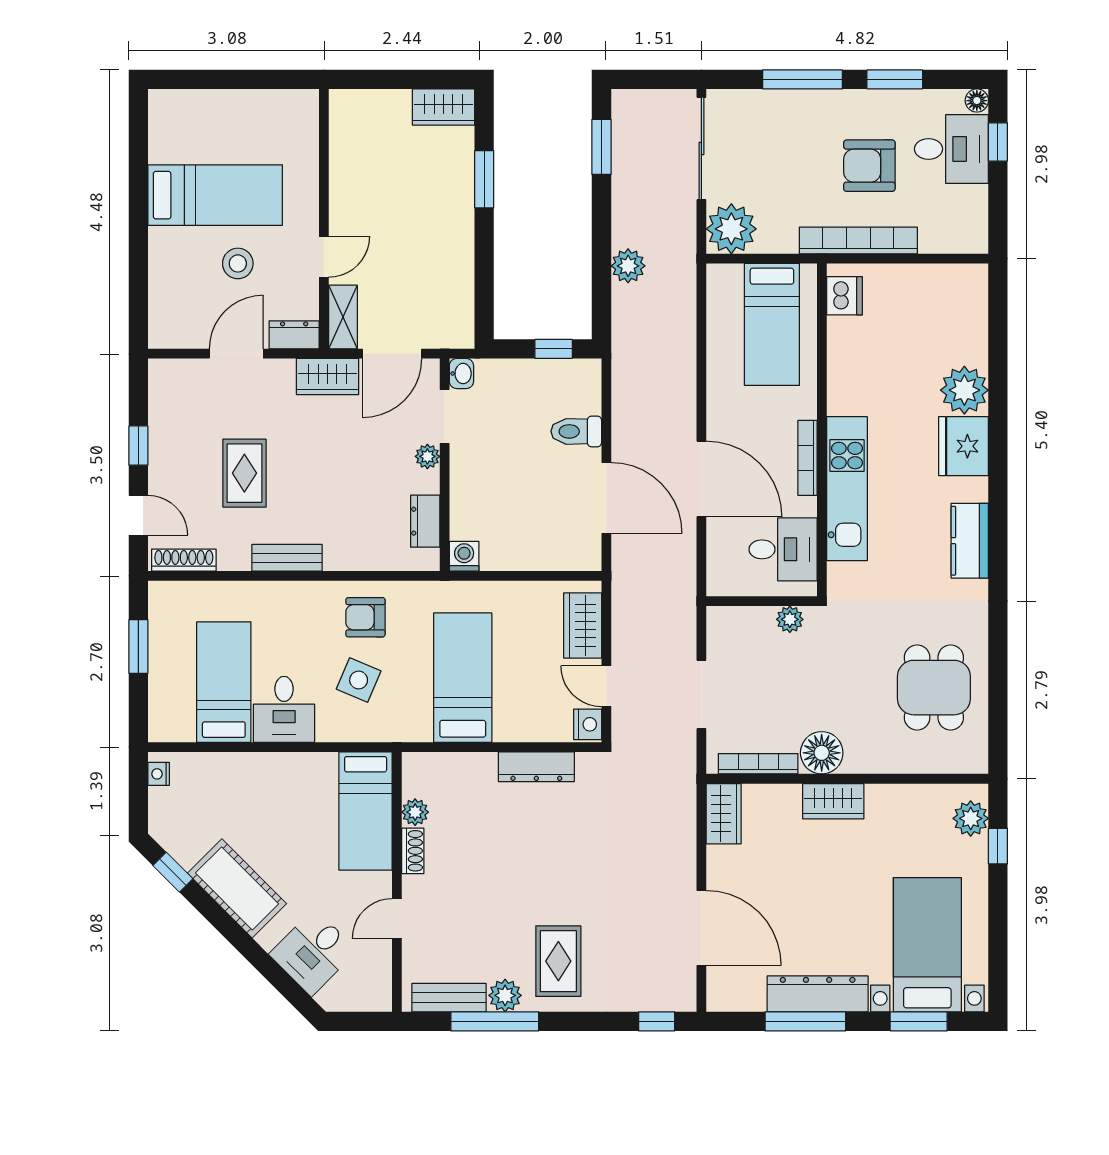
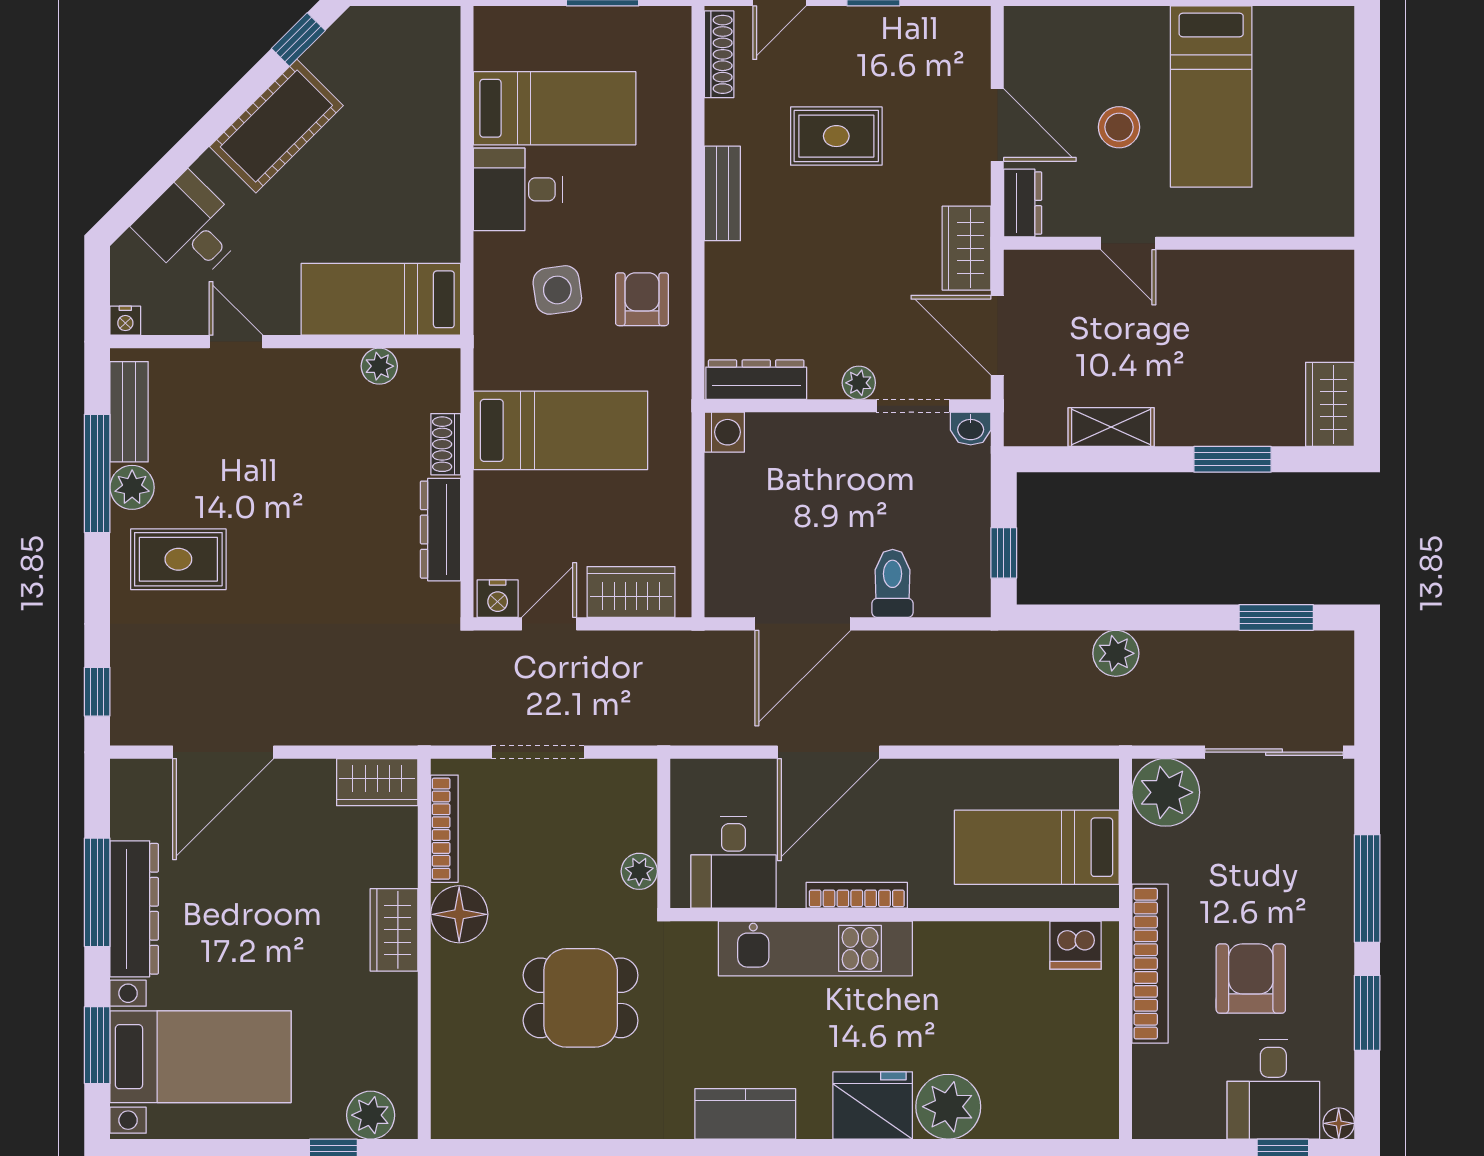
shelving: (343, 317) -> (1111, 427), moved
dresser: (425, 521) -> (756, 380), width x1.44
side table: (359, 680) -> (557, 290), turned -31
dining table: (934, 688) -> (581, 998), moved
nightstand: (159, 774) -> (125, 321), moved, turned 180
shoe rack: (413, 851) -> (446, 444), moved, turned 90

